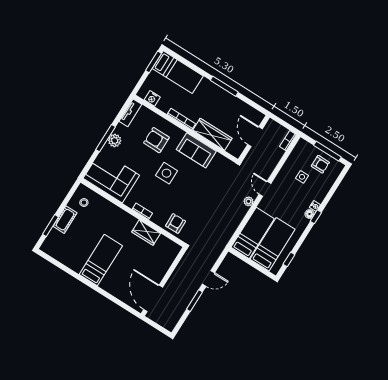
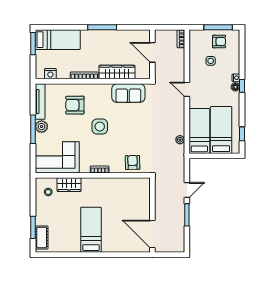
tv unit: (130, 113) -> (40, 101), width x1.41
sofa: (196, 150) -> (128, 93), moved
plant: (249, 201) -> (180, 140), moved
cot: (65, 220) -> (42, 237), moved
wardrobe: (146, 233) -> (69, 185), moved

